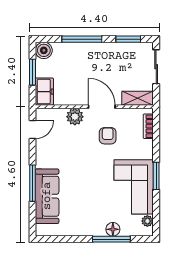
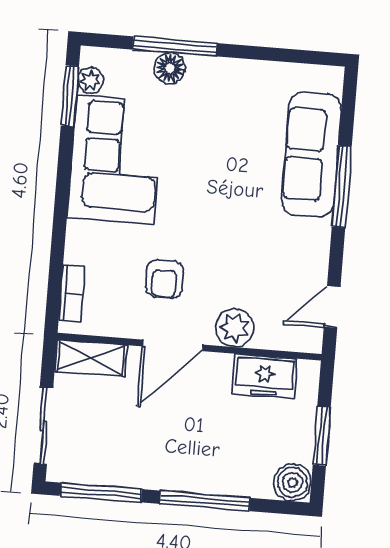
window: (128, 39) -> (101, 493), width x1.44
freezer: (44, 92) -> (265, 376), moved, turned -90
door: (102, 107) -> (173, 345), hinge flipped
window: (156, 176) -> (70, 96), moved

